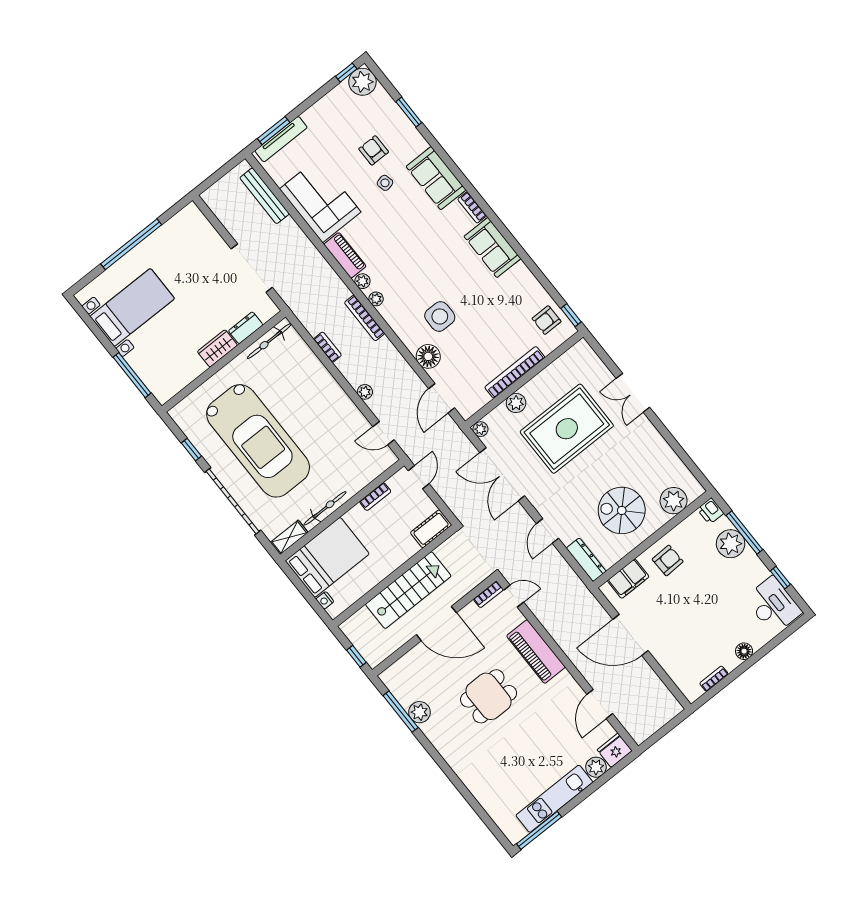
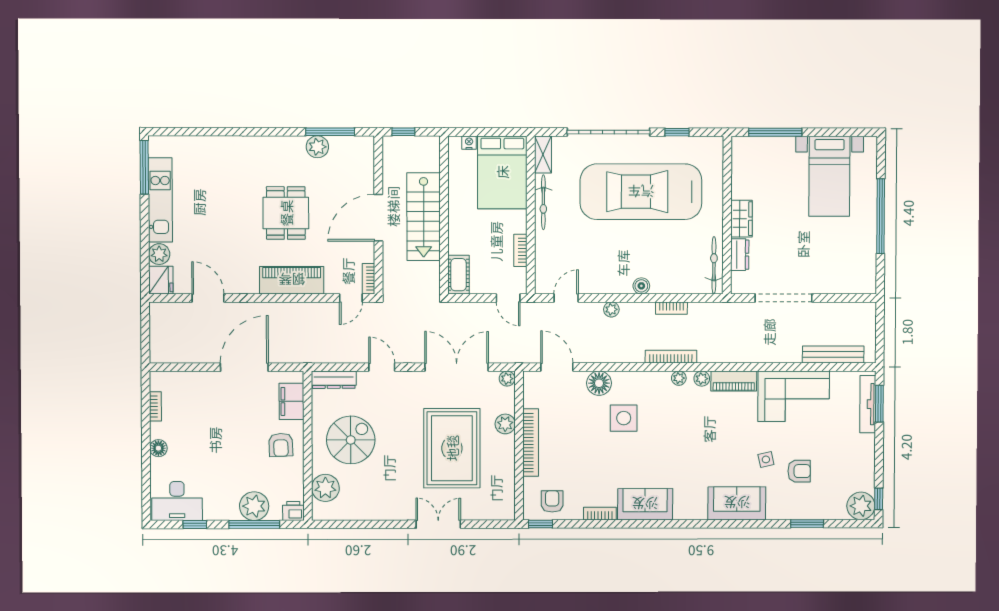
bookcase: (472, 207) -> (600, 514), moved
boiler: (329, 383) -> (641, 286), added

